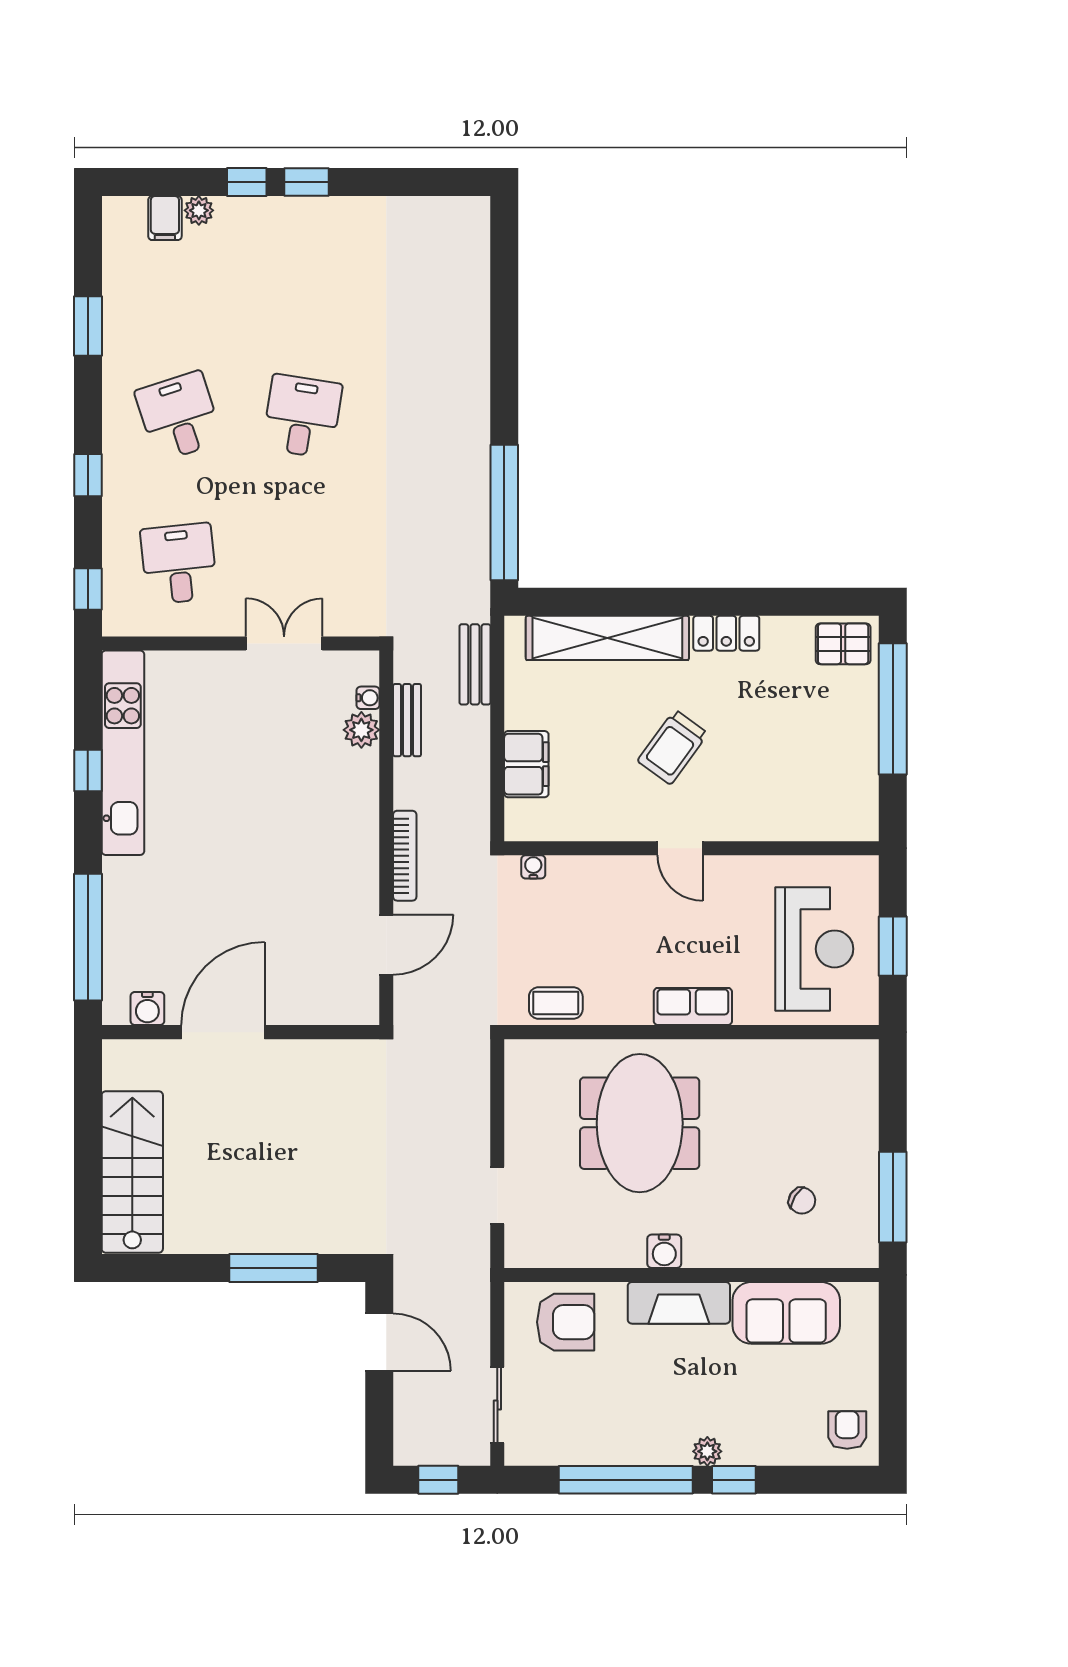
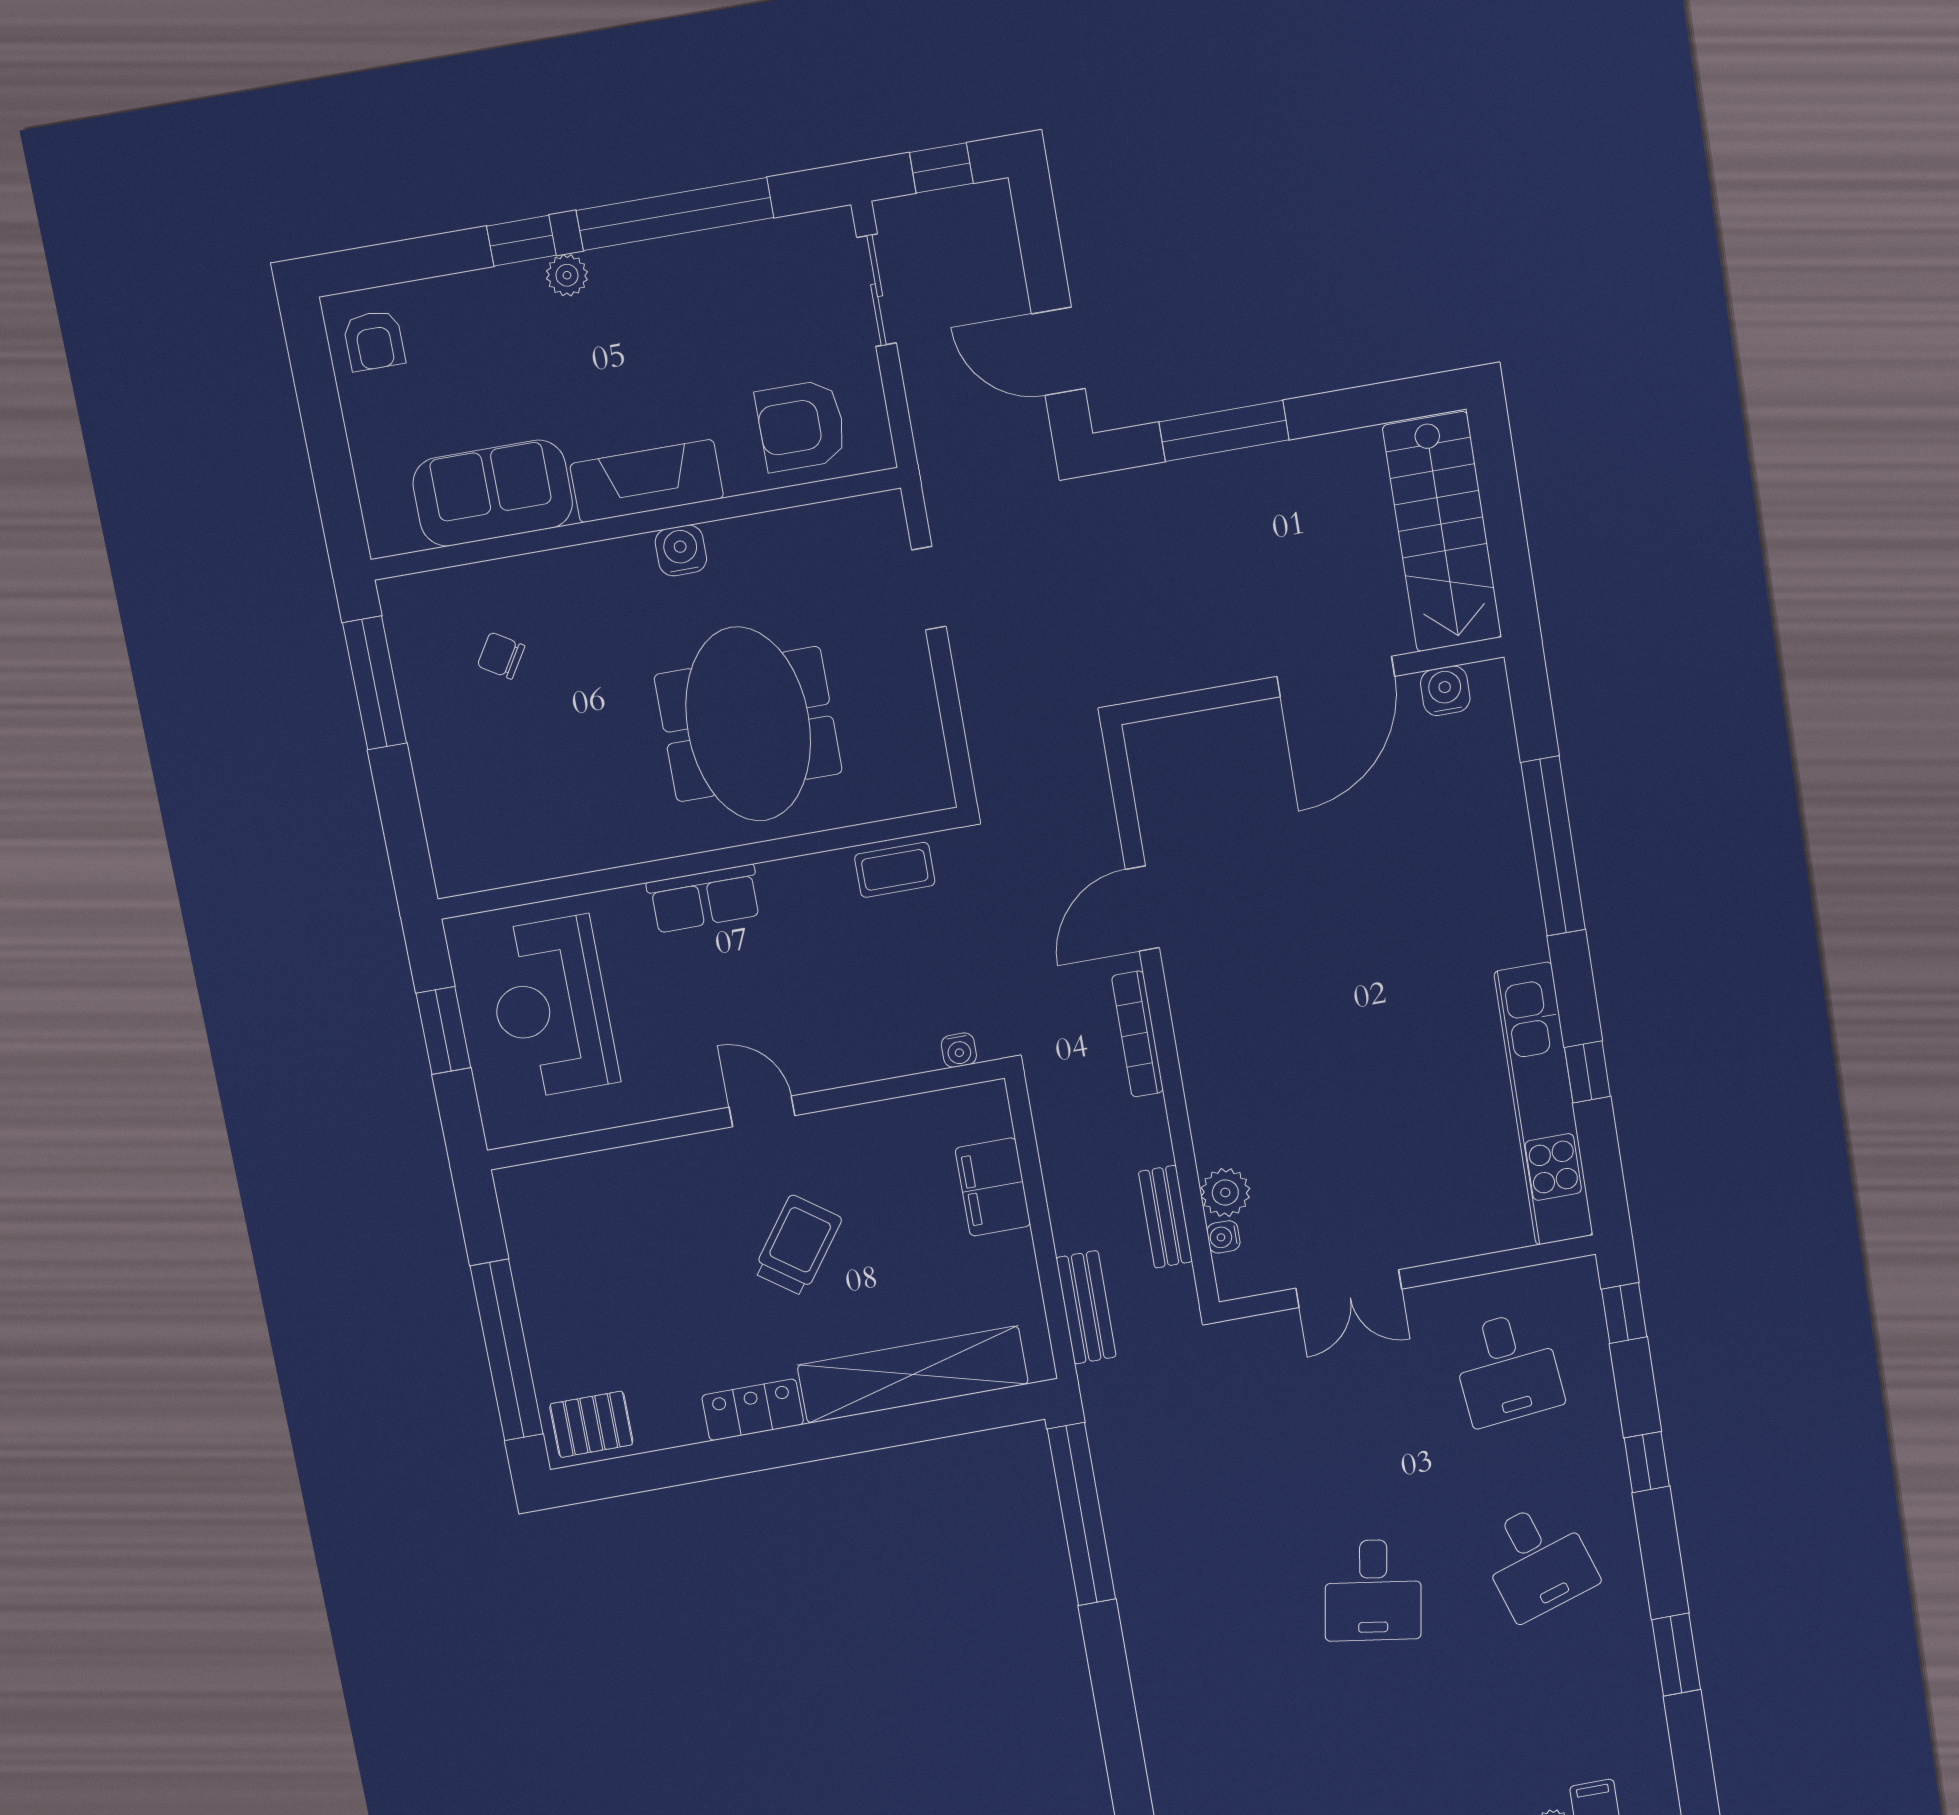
water cooler: (147, 1008) -> (1445, 691), moved
door: (223, 1032) -> (1336, 676), moved
wall: (241, 1032) -> (1312, 681), moved

